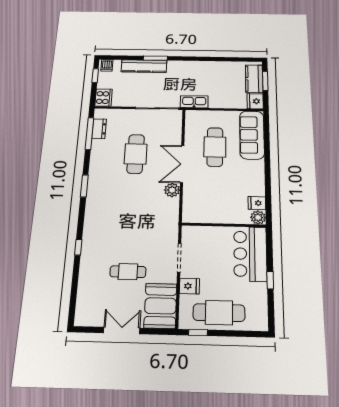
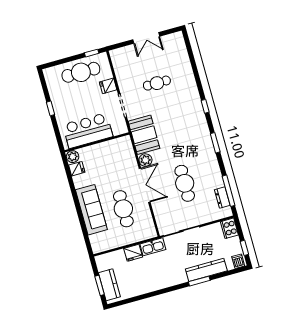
fridge: (255, 101) -> (133, 253), moved, turned 90
sofa: (252, 135) -> (91, 210), moved
window: (78, 247) -> (205, 106), moved
bar counter: (250, 254) -> (88, 131), moved, turned -90
booth: (160, 306) -> (144, 135), moved

